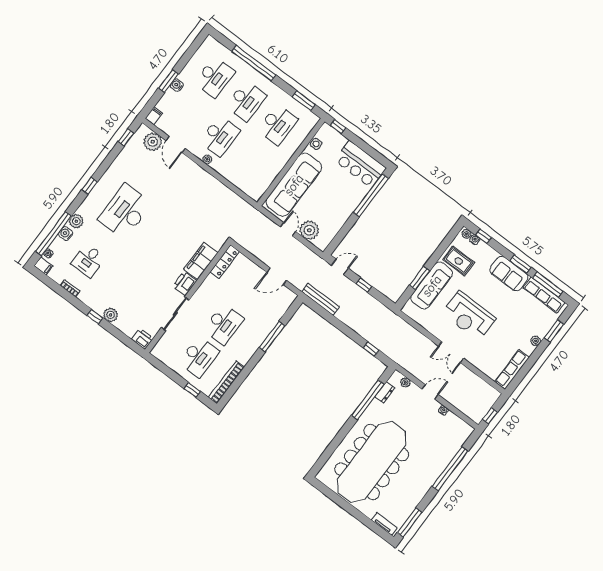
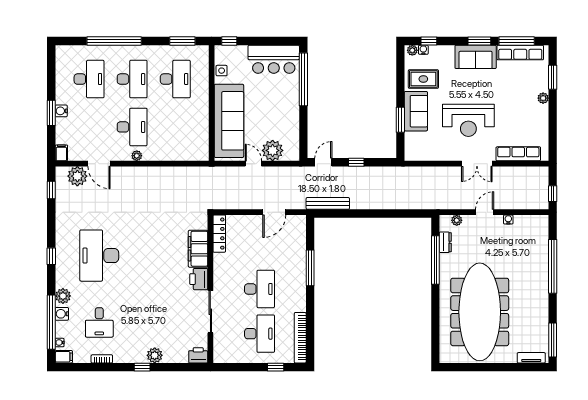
sofa: (432, 286) -> (416, 111), width x0.73
window: (371, 349) -> (405, 214), removed
row of seats: (512, 369) -> (518, 154), moved, turned 90

